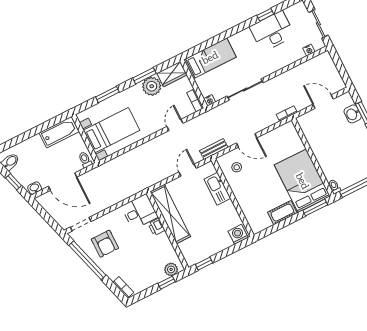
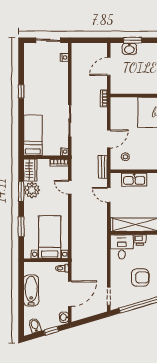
window: (265, 15) -> (21, 91), moved
desk: (272, 31) -> (36, 78), removed
bathtub: (59, 132) -> (31, 290), moved
armchair: (105, 244) -> (140, 278), moved

